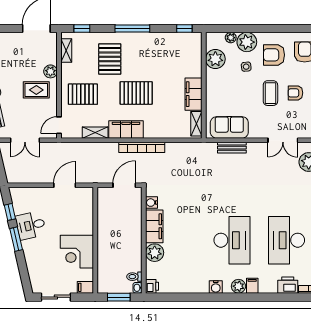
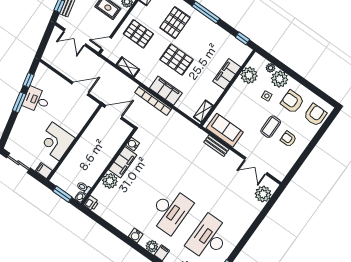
filing cabinet: (193, 94) -> (227, 74), moved
filing cabinet: (126, 129) -> (166, 91), moved
door: (124, 185) -> (113, 112), moved

